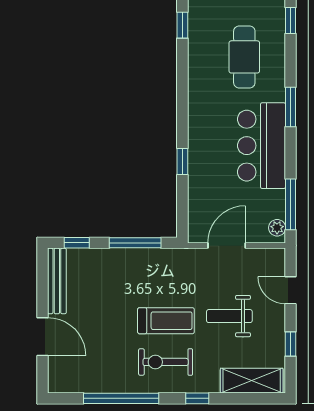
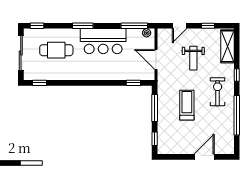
window: (182, 162) -> (133, 83), moved
bench: (57, 281) -> (175, 149), removed
treadmill: (166, 321) -> (187, 105), moved
exercise bike: (166, 362) -> (218, 92), turned 180

